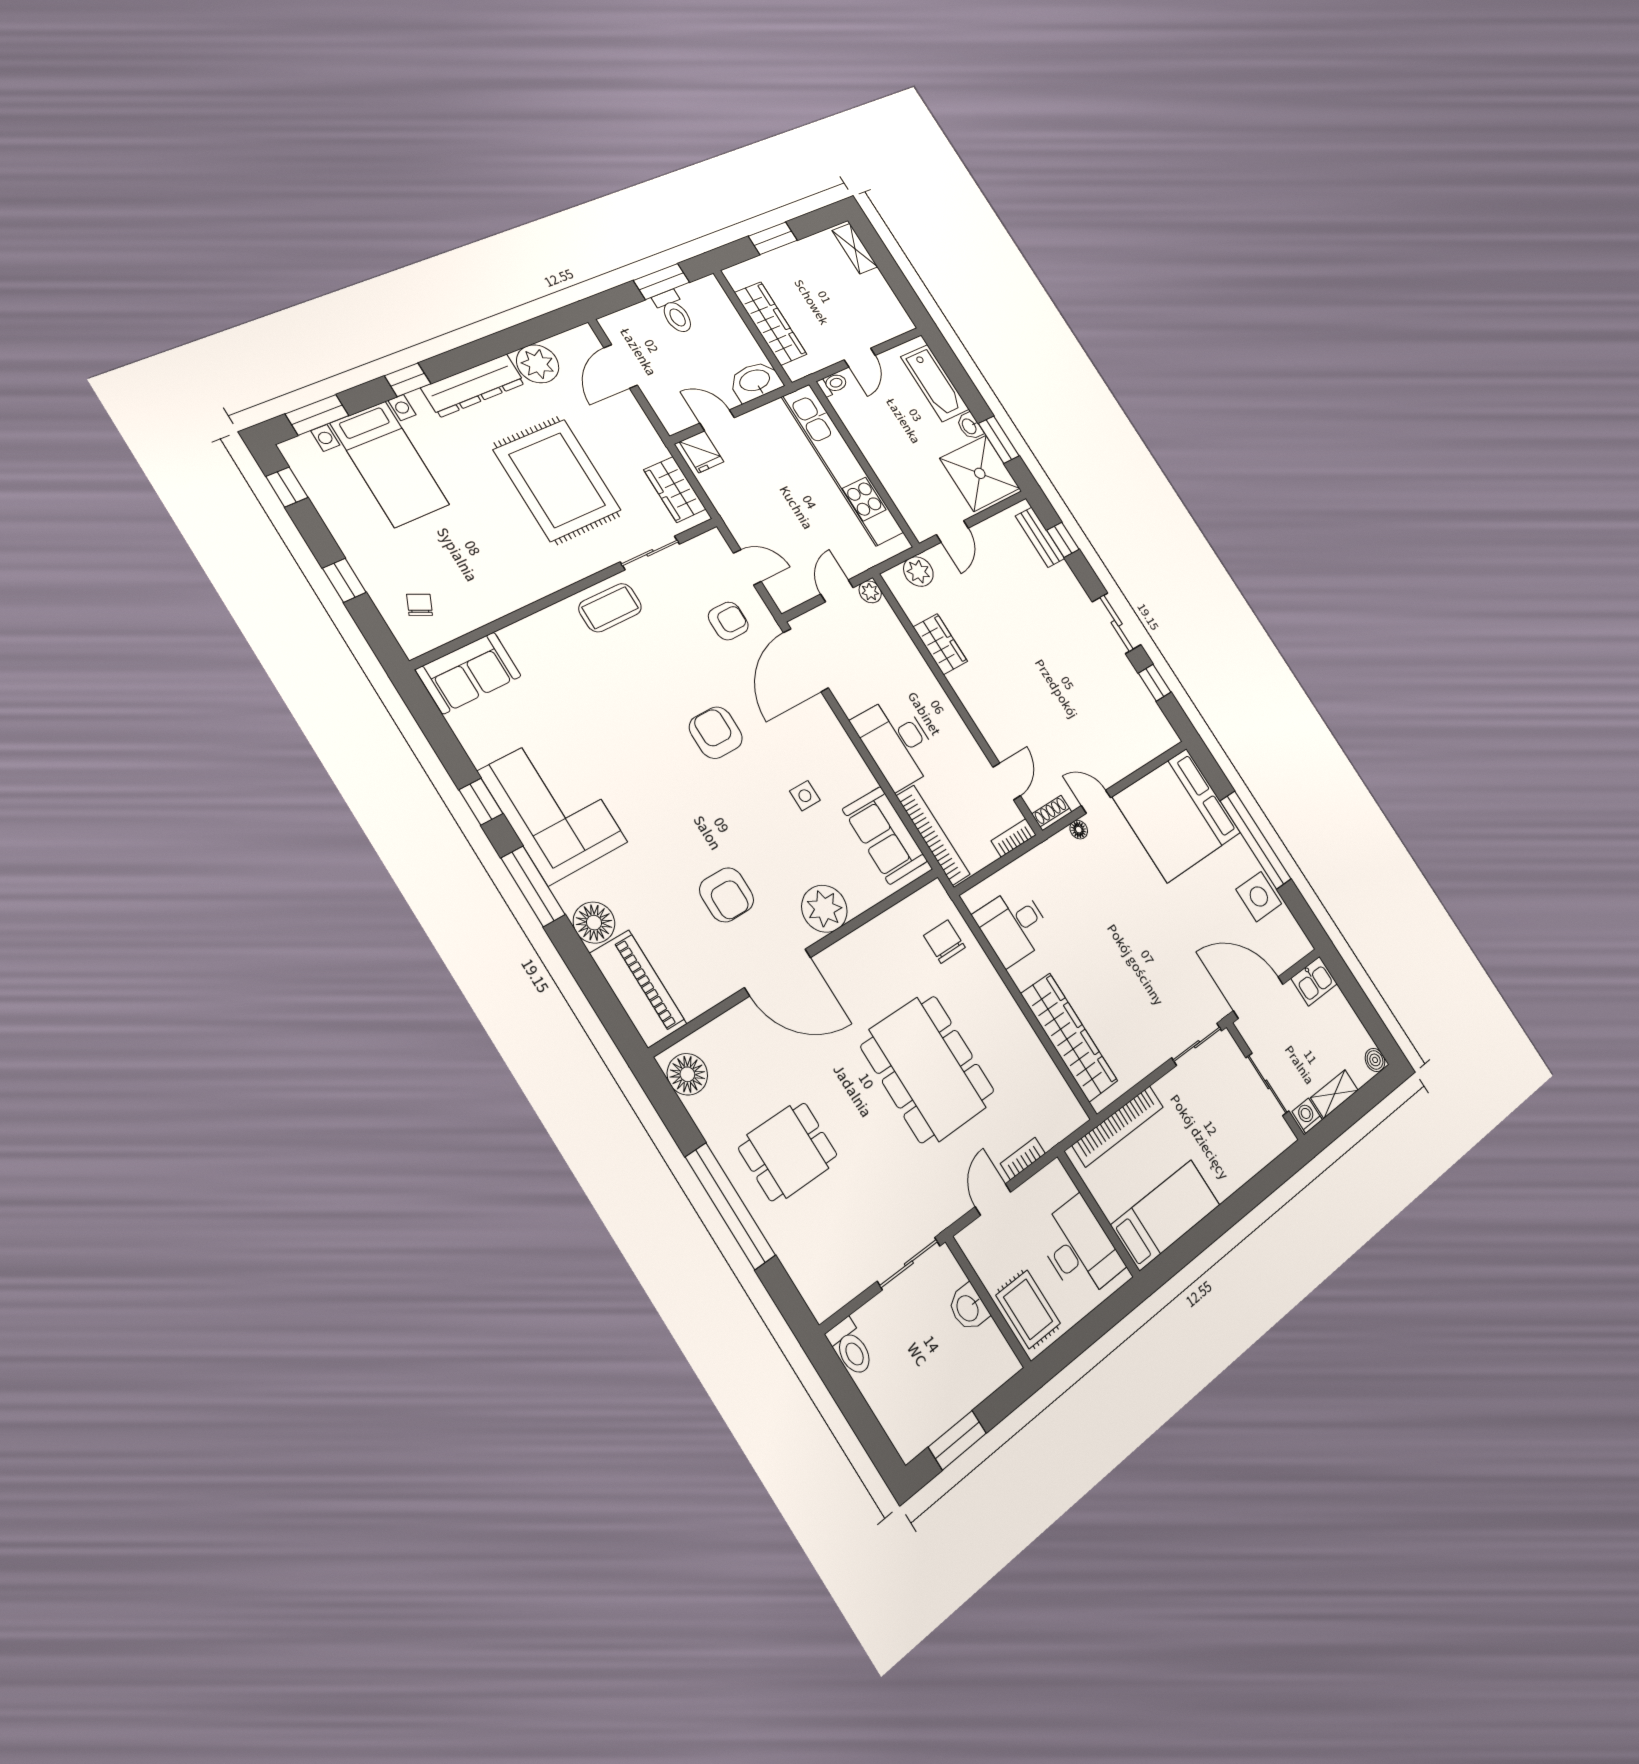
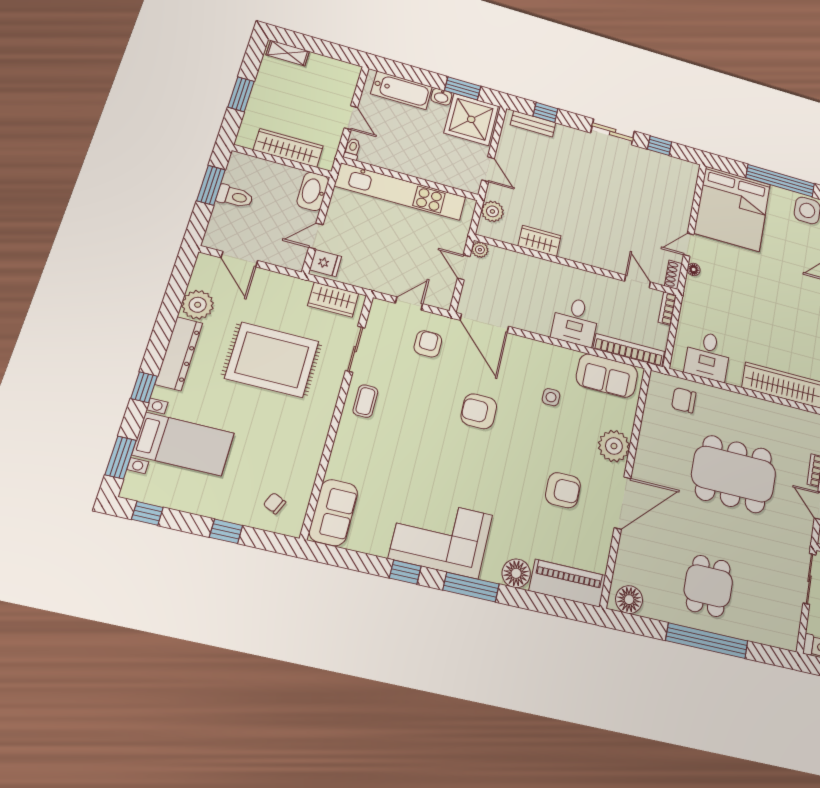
coffee table: (610, 608) -> (365, 401), width x0.73, depth x0.77
desk: (897, 743) -> (575, 321), width x0.73

